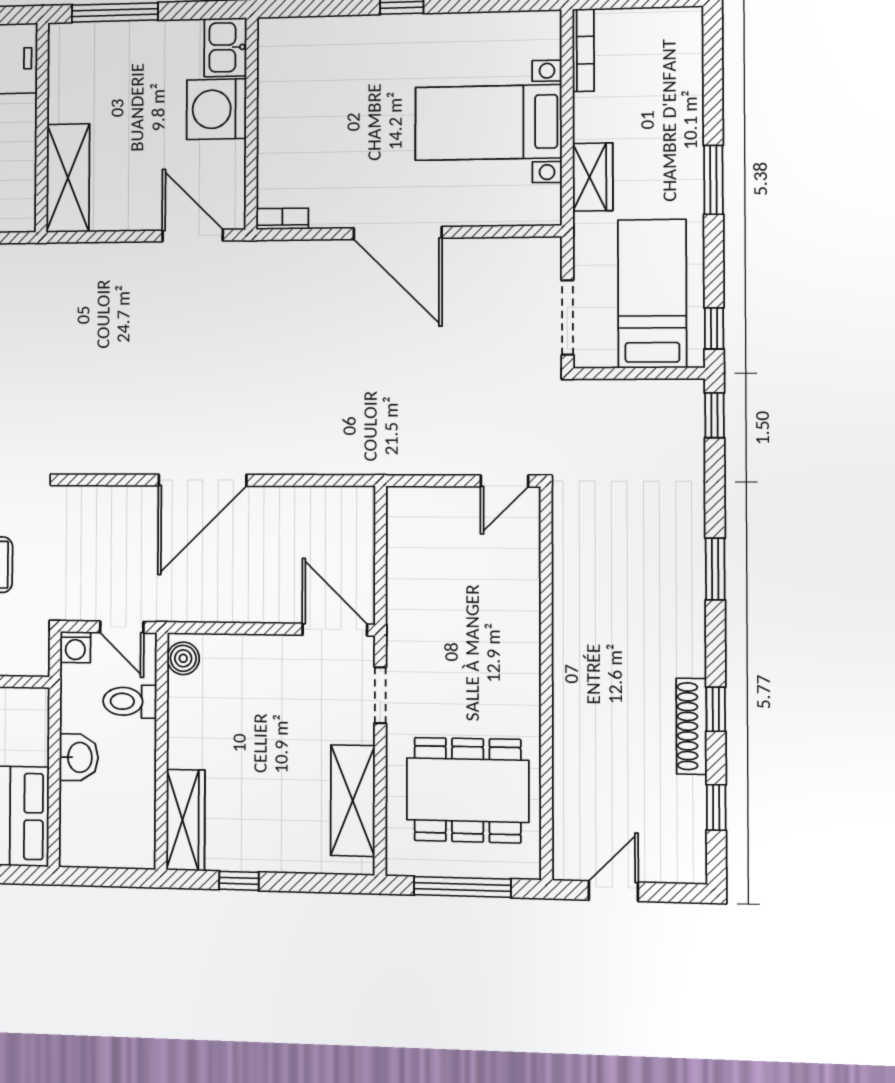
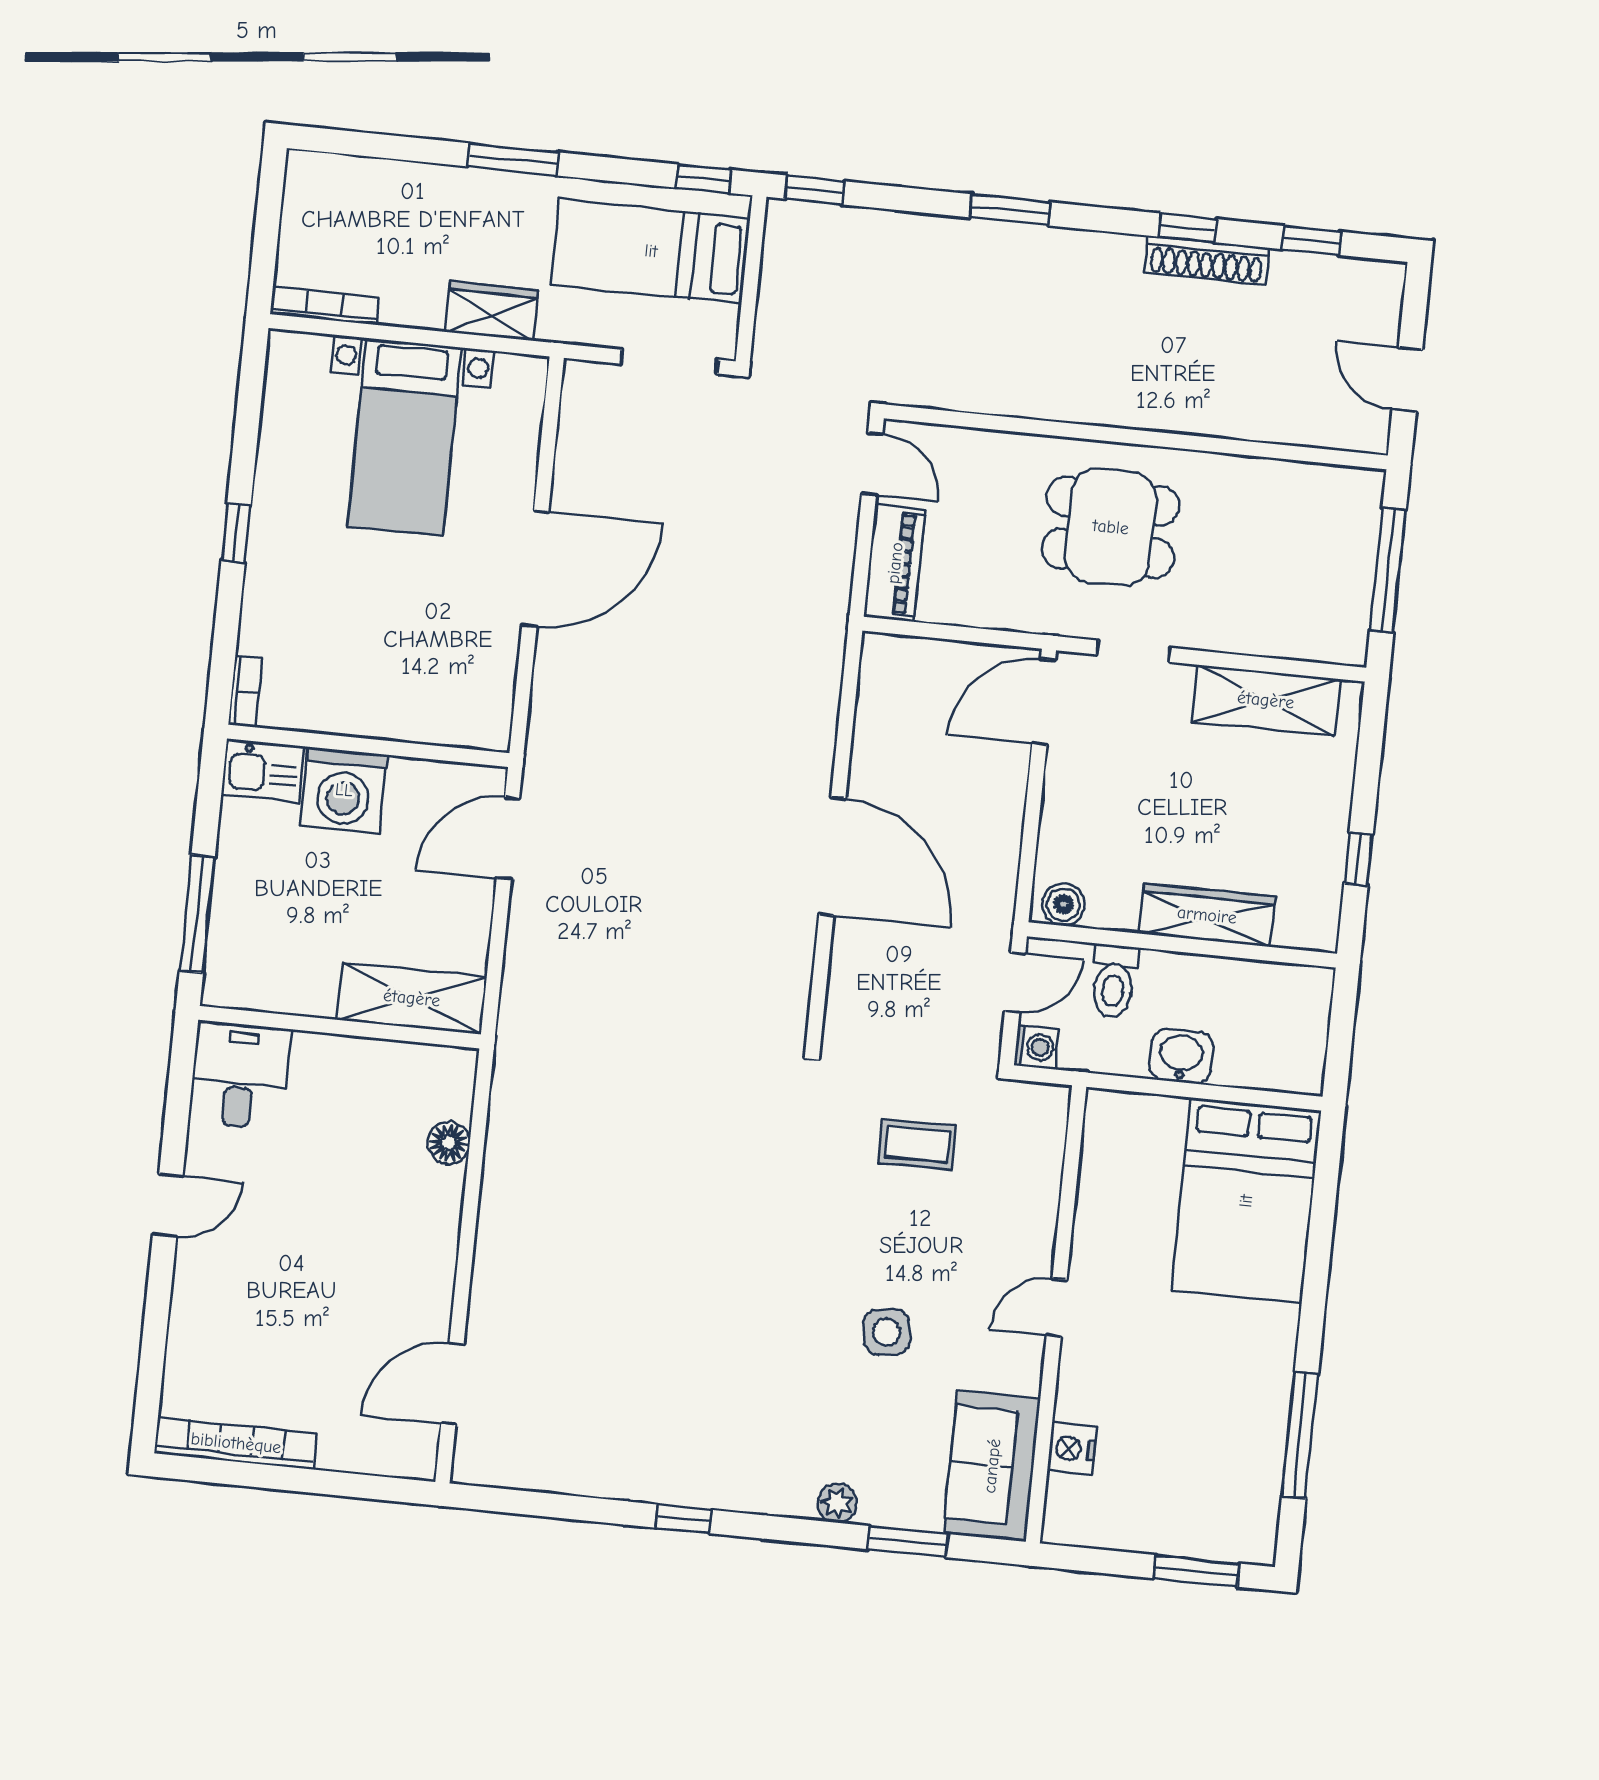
bookcase: (282, 219) -> (245, 692), moved, turned 180
piano: (430, 506) -> (895, 563), added
dining table: (468, 790) -> (1111, 527), moved, width x0.73
wardrobe: (185, 820) -> (1207, 915), moved

